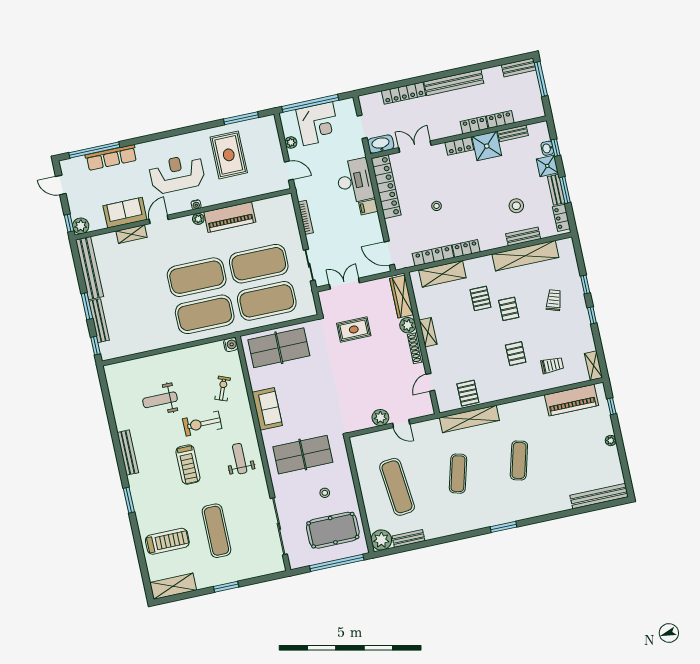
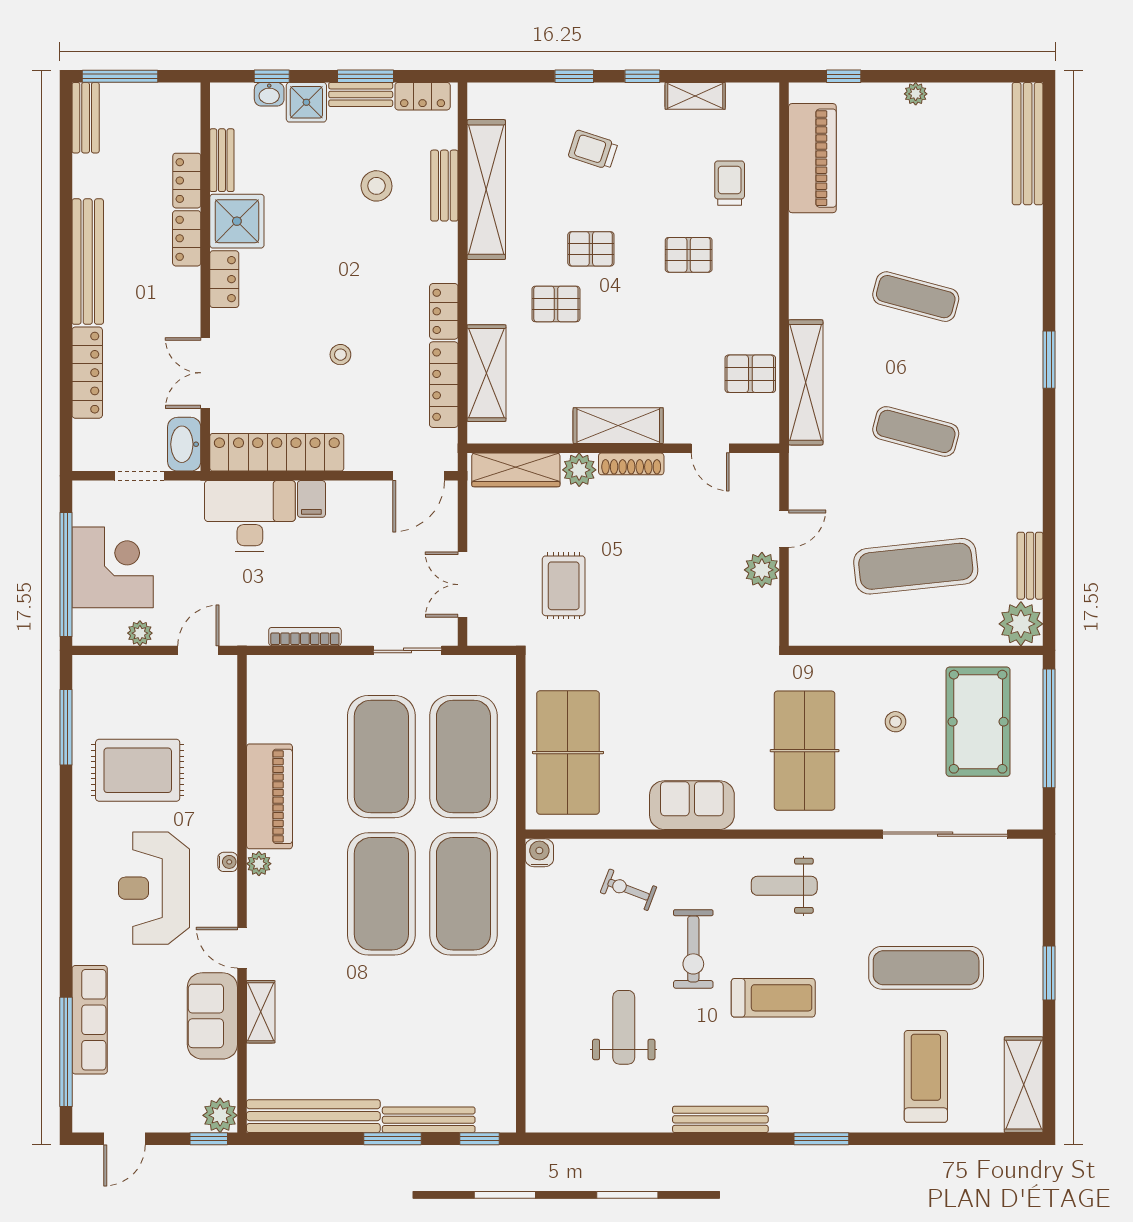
shelving: (428, 332) -> (618, 426), width x1.50, depth x1.33
shelving: (594, 366) -> (695, 96), moved
weight bench: (160, 400) -> (624, 1027), turned 180

